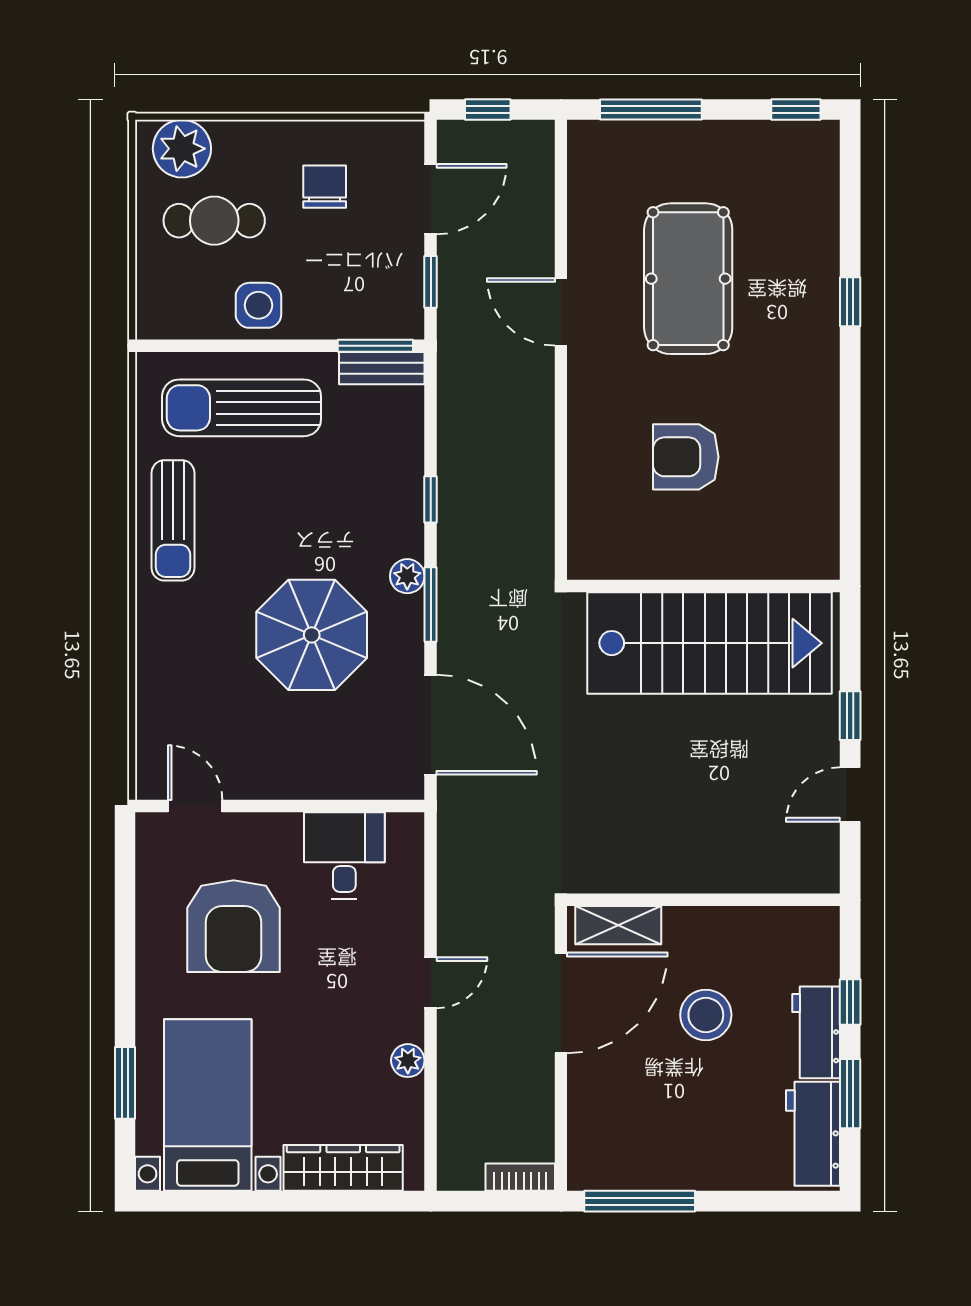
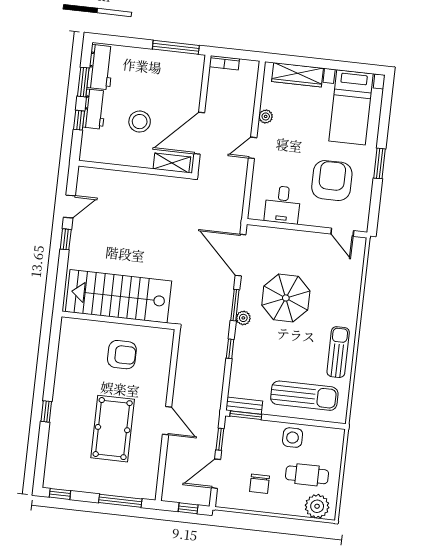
wall: (703, 586) -> (118, 320), moved
stairs: (709, 643) -> (118, 296), moved
window: (125, 1083) -> (379, 163), moved

